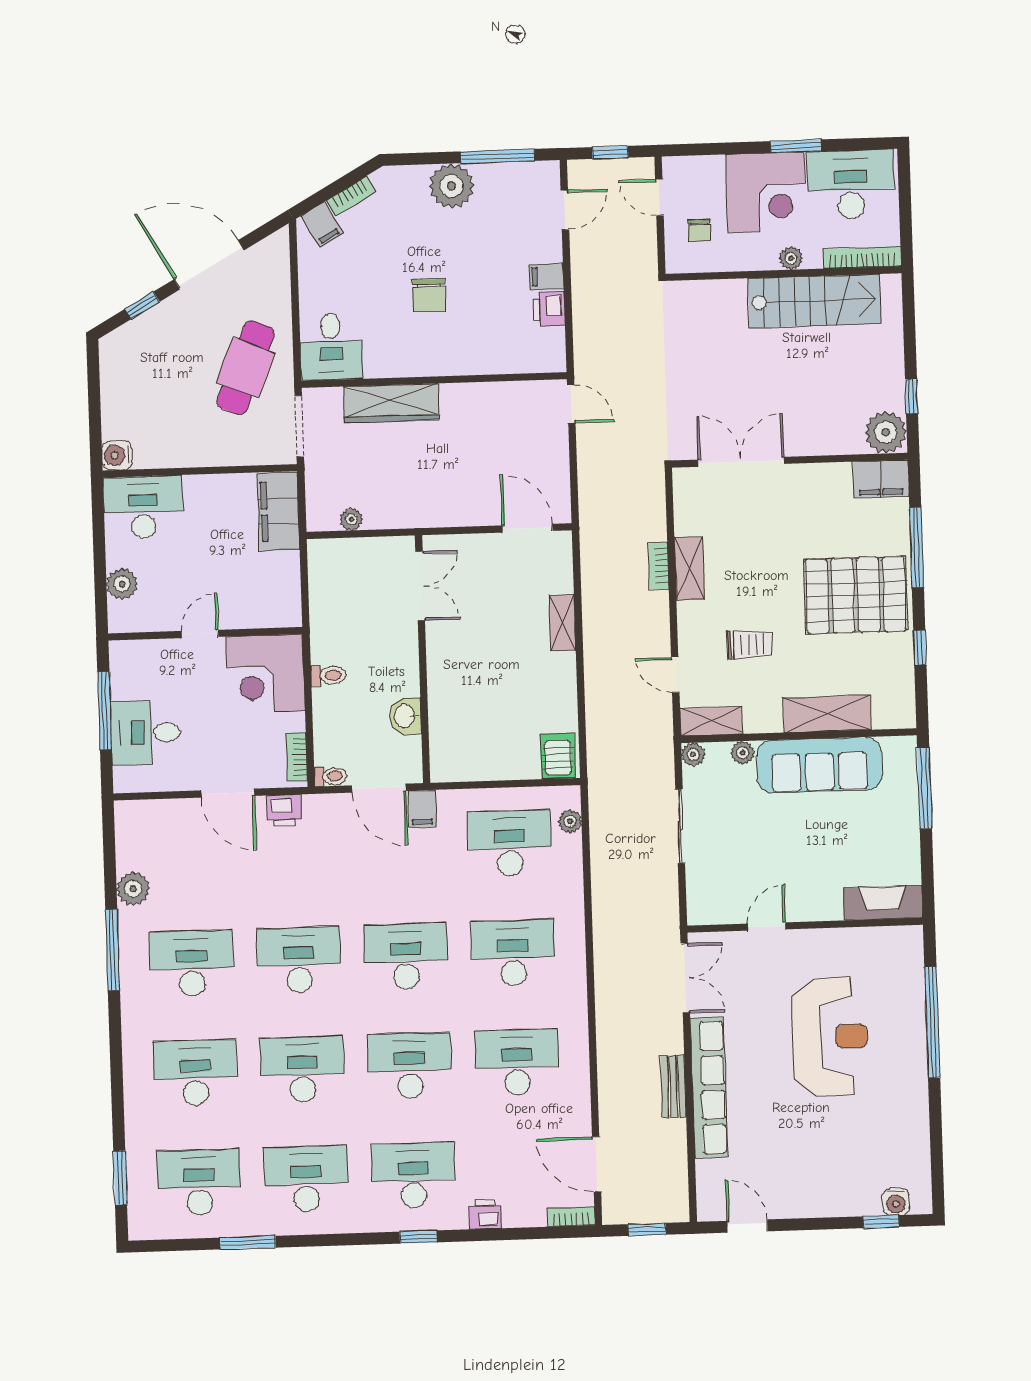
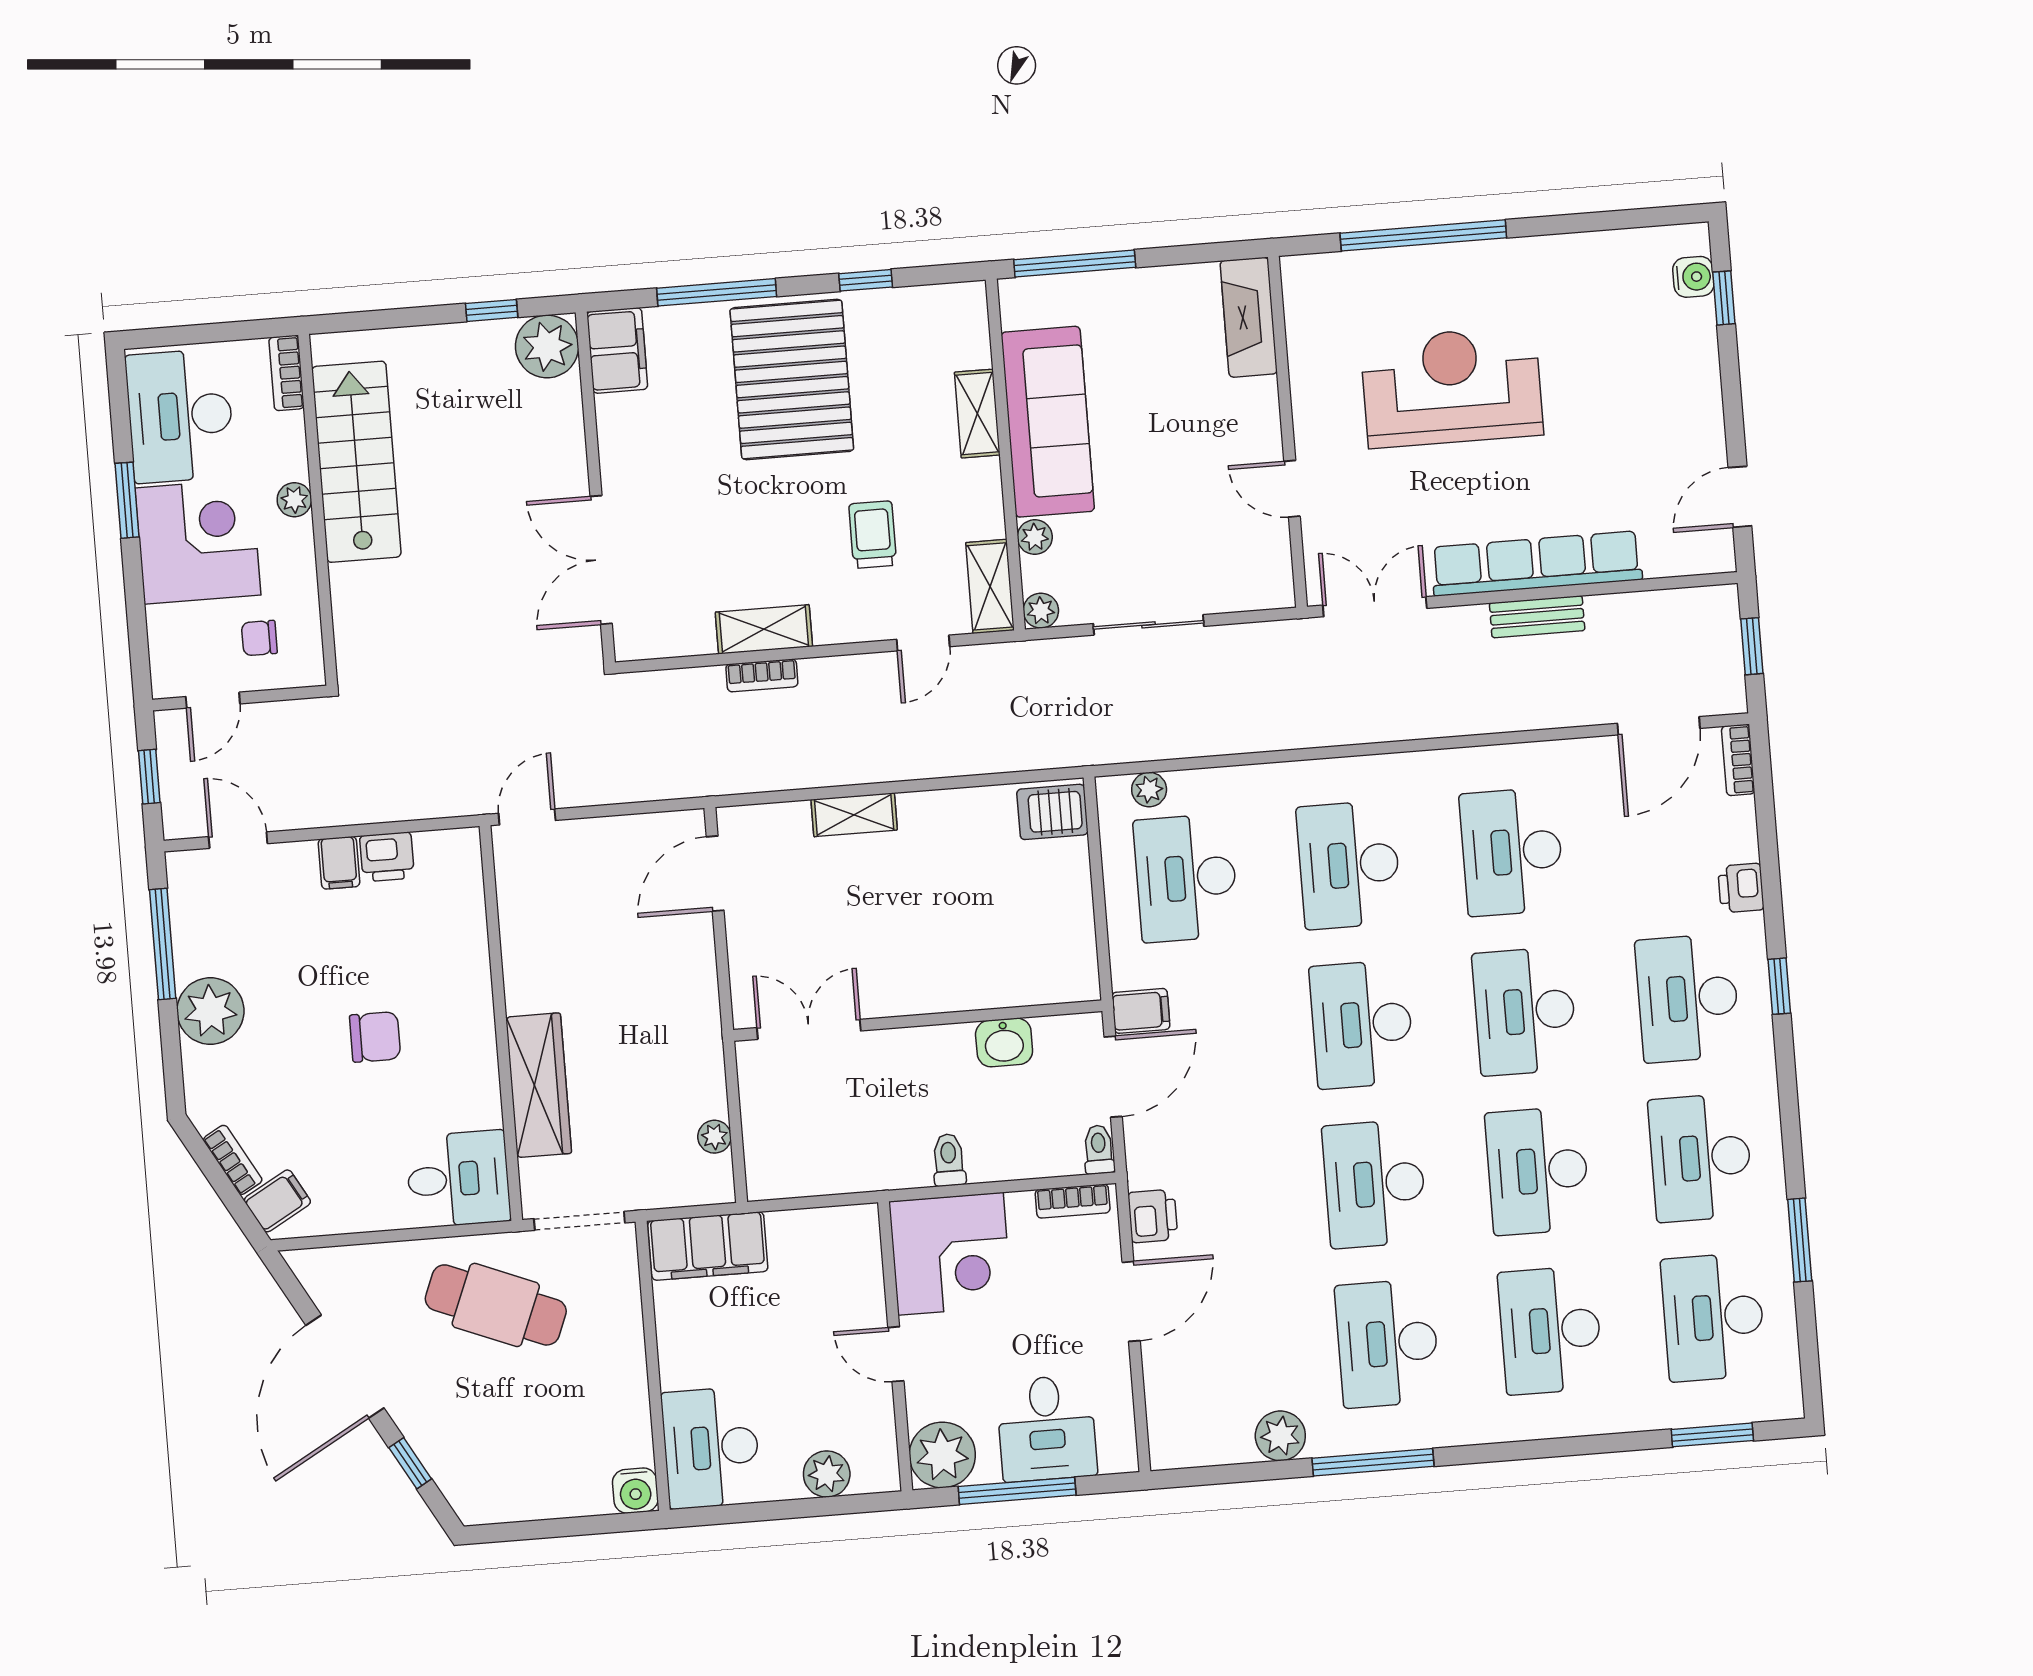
chair: (699, 230) -> (259, 638), turned 180
bookcase: (862, 257) -> (286, 373), width x0.64
plant: (131, 662) -> (942, 1455), added
shelving: (827, 714) -> (977, 414), width x0.67, depth x0.75

